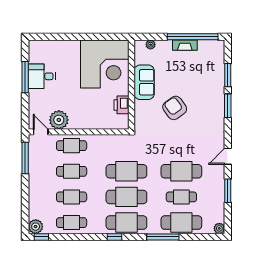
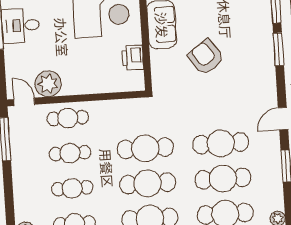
cafe table: (181, 197) -> (223, 179), width x1.37, depth x1.35

